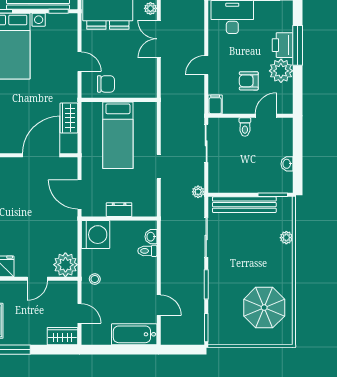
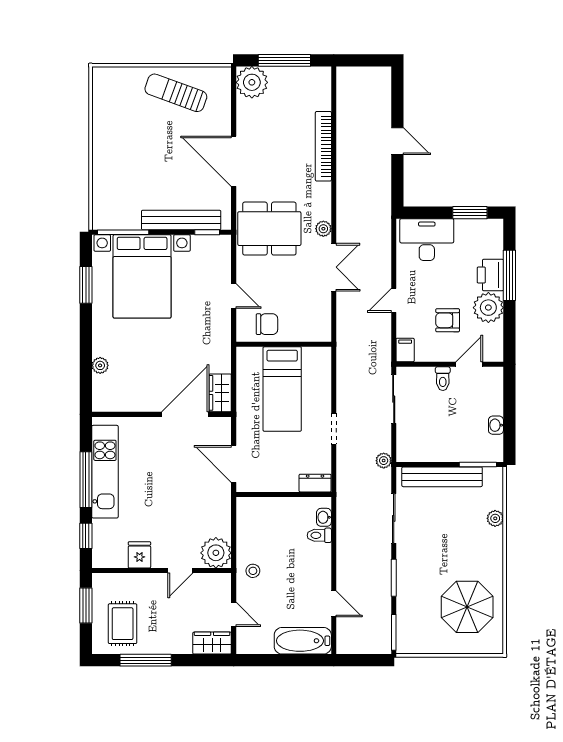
double door: (159, 39) -> (334, 267), swing flipped
wardrobe: (69, 118) -> (220, 393), moved
dresser: (119, 210) -> (315, 483), moved
washing machine: (95, 235) -> (254, 515), removed

